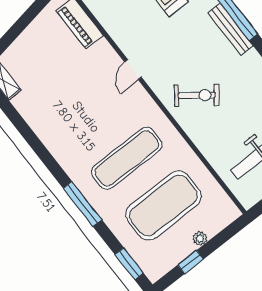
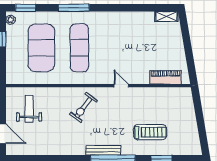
plant: (200, 238) -> (11, 20), moved

